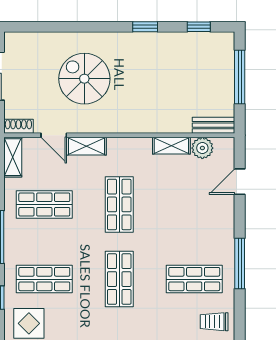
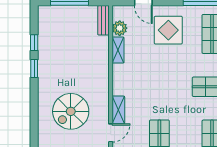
window: (199, 27) -> (34, 43), moved
shop shelf: (119, 204) -> (159, 87), removed
display table: (200, 217) -> (168, 30), added

